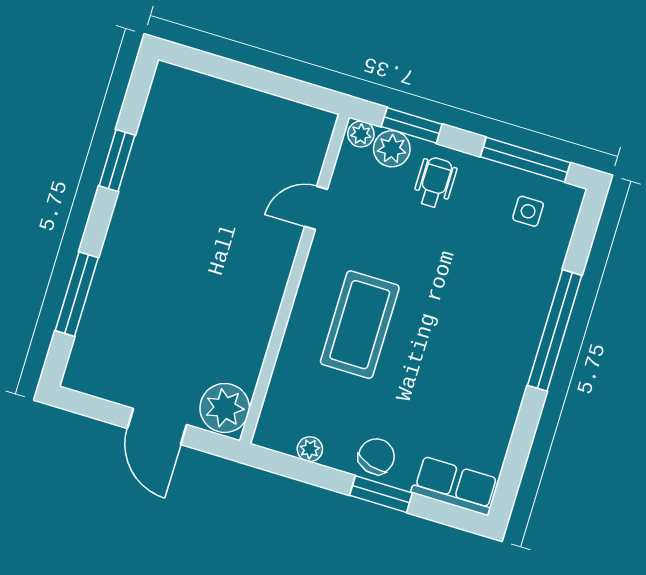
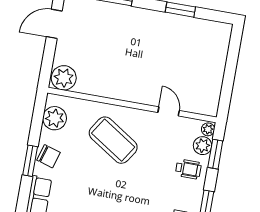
coffee table: (360, 325) -> (113, 140), turned 33
door: (157, 426) -> (54, 24), moved
plant: (310, 449) -> (55, 118), width x1.88, depth x1.88

